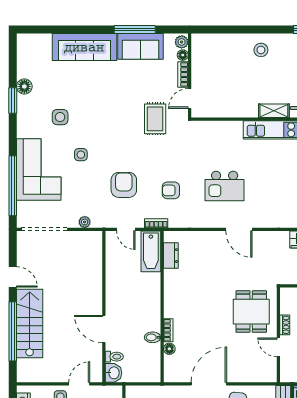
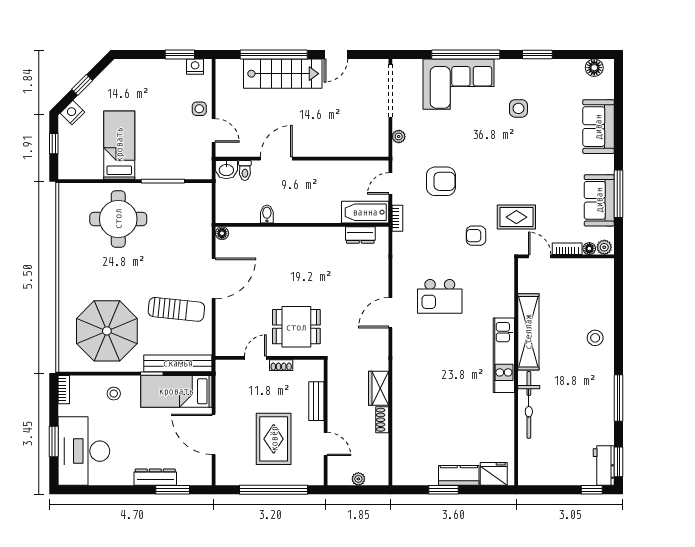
sofa: (84, 47) -> (598, 127), width x0.73
floor lamp: (24, 86) -> (594, 68), moved
shelving: (274, 111) -> (528, 332), width x2.20, depth x1.33
side table: (81, 155) -> (476, 132), removed
window: (13, 186) -> (466, 54), moved
kitchen island: (225, 186) -> (440, 296), turned -90
armchair: (171, 190) -> (476, 236), moved, turned -90
bookcase: (168, 330) -> (275, 232), removed
floor lamp: (169, 349) -> (222, 233), moved
door: (209, 384) -> (214, 278), hinge flipped

